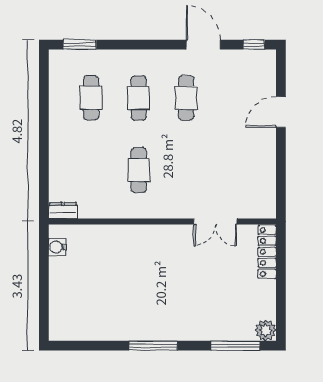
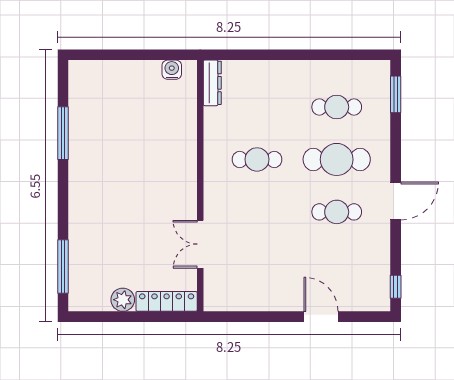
door: (203, 45) -> (396, 201), moved
cafe table: (139, 98) -> (337, 159), width x1.37, depth x1.35
dresser: (63, 211) -> (212, 83), width x1.44
plant: (266, 330) -> (123, 300), moved
window: (153, 346) -> (63, 133), moved

